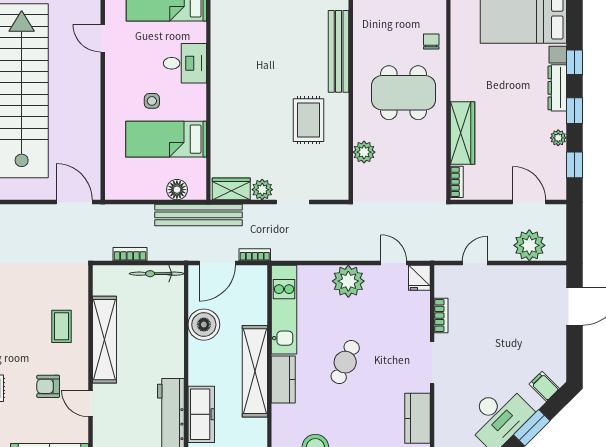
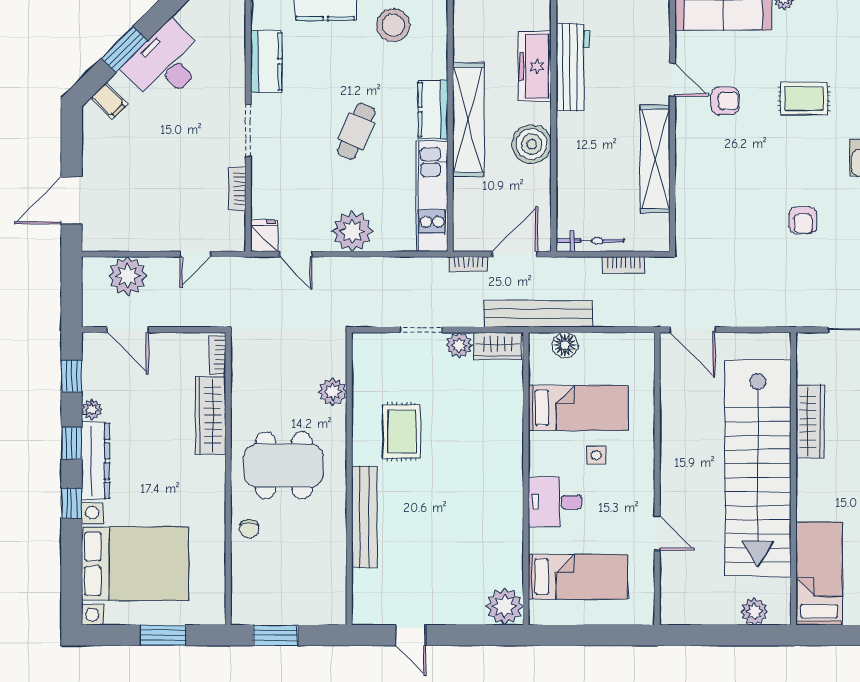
dresser: (557, 88) -> (96, 461), width x1.37, depth x1.24
boiler: (204, 325) -> (532, 144), moved
coffee table: (61, 326) -> (708, 175), removed

